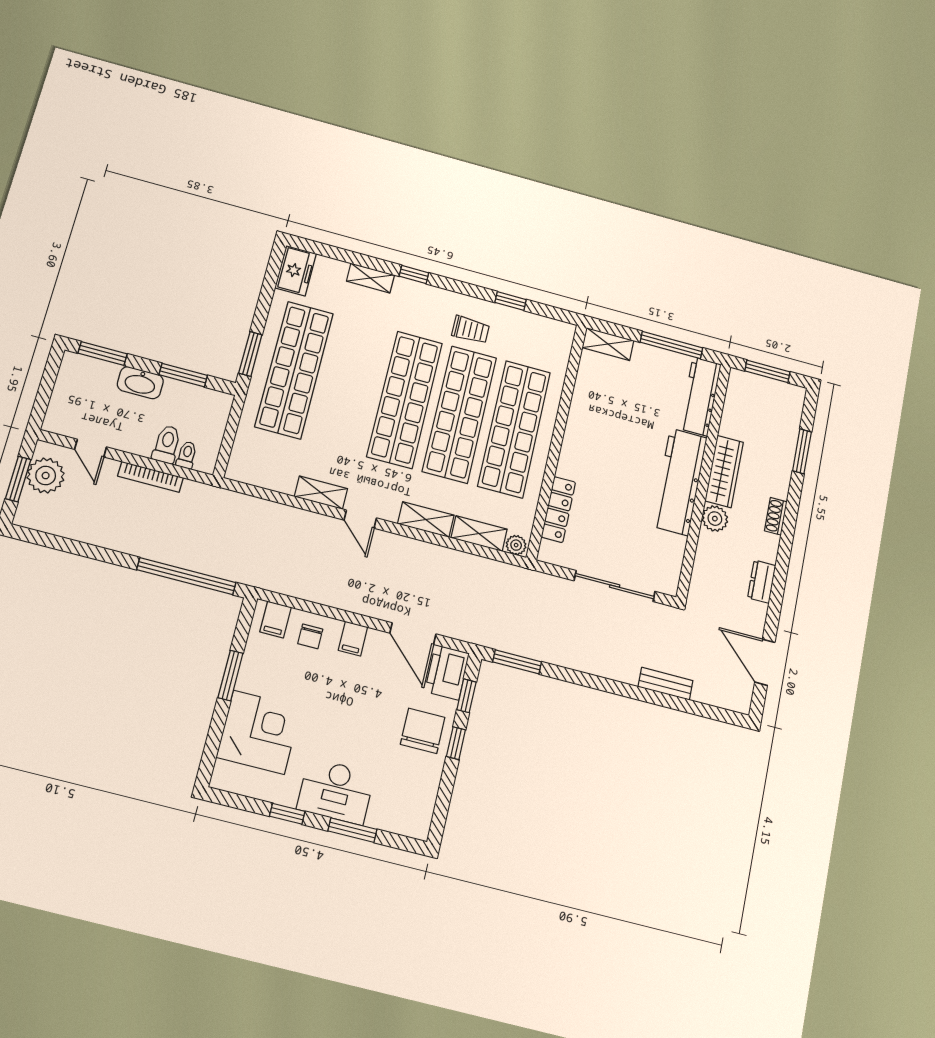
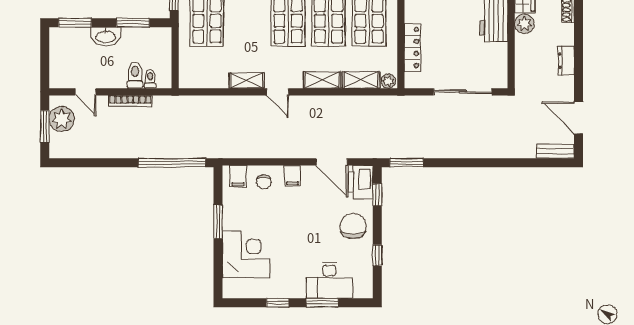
bench: (666, 684) -> (555, 151), moved
window: (456, 743) -> (377, 255), moved
desk: (336, 791) -> (329, 280), moved

